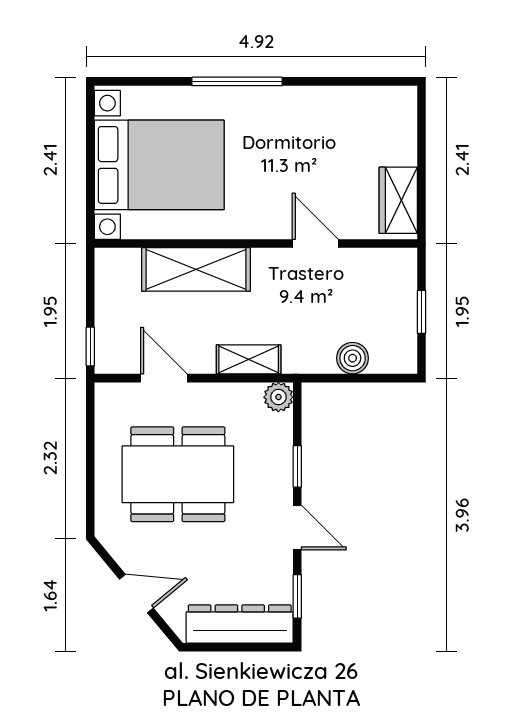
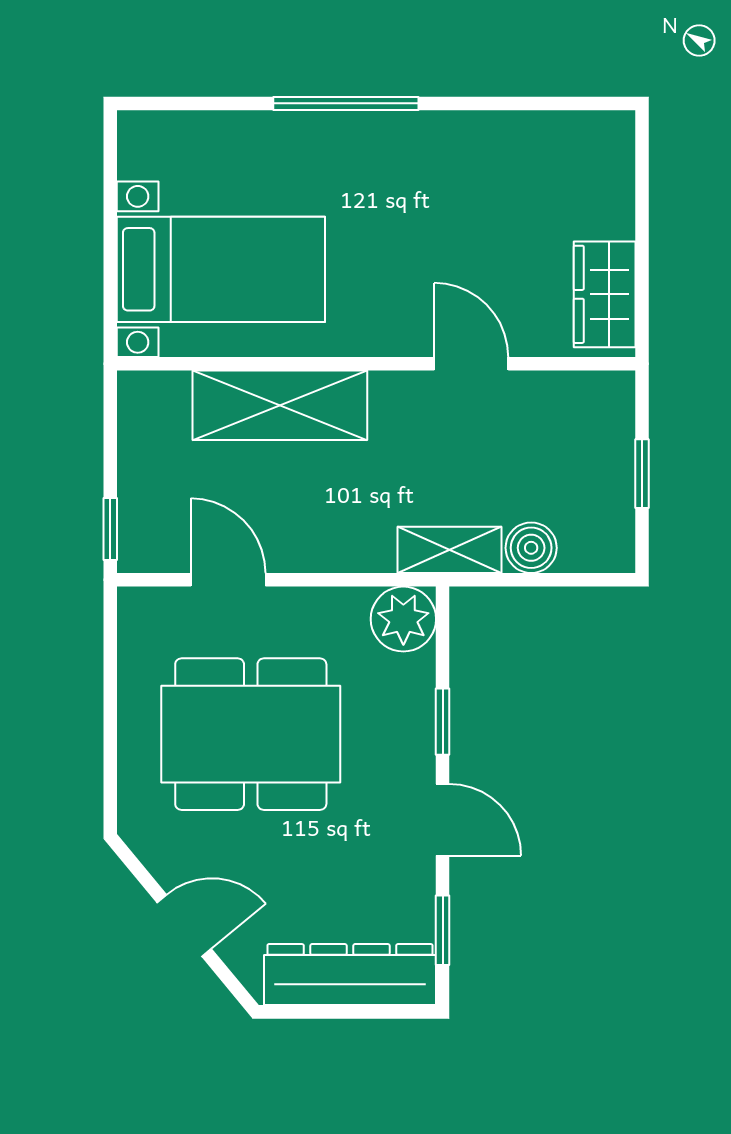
bed with nightstands: (159, 165) -> (221, 269), width x0.73
shelving: (249, 359) -> (449, 550), moved
plant: (278, 397) -> (403, 619), width x1.38, depth x1.38

